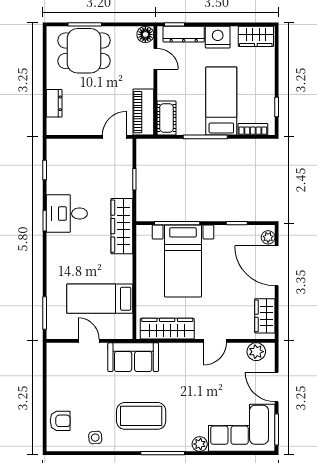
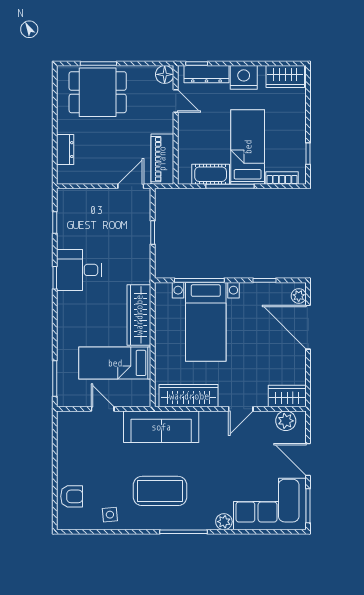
cot: (167, 118) -> (211, 174), moved, turned 90
wardrobe: (122, 226) -> (139, 315), moved
wardrobe: (265, 316) -> (287, 396), moved, turned 90
sofa: (133, 357) -> (161, 427), width x1.36

